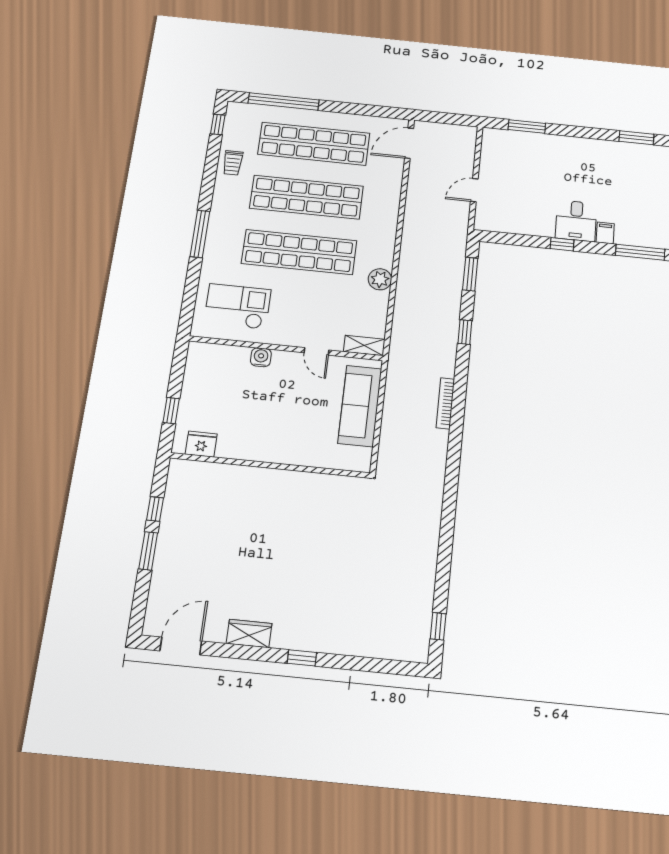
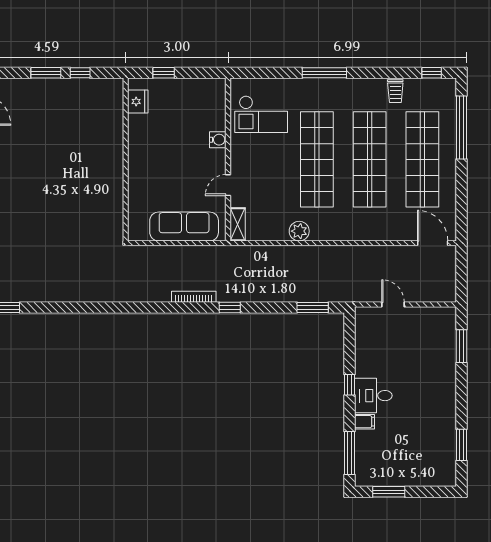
trolley: (233, 163) -> (395, 91), turned -90
checkout: (238, 306) -> (261, 114), turned 90
window: (465, 332) -> (230, 308), moved

